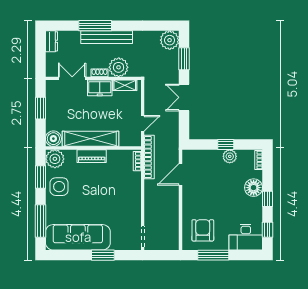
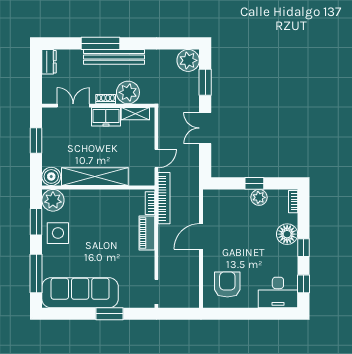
piano: (92, 156) -> (147, 233), moved, turned 90
door: (181, 174) -> (201, 236), moved
window: (213, 255) -> (240, 314), removed

